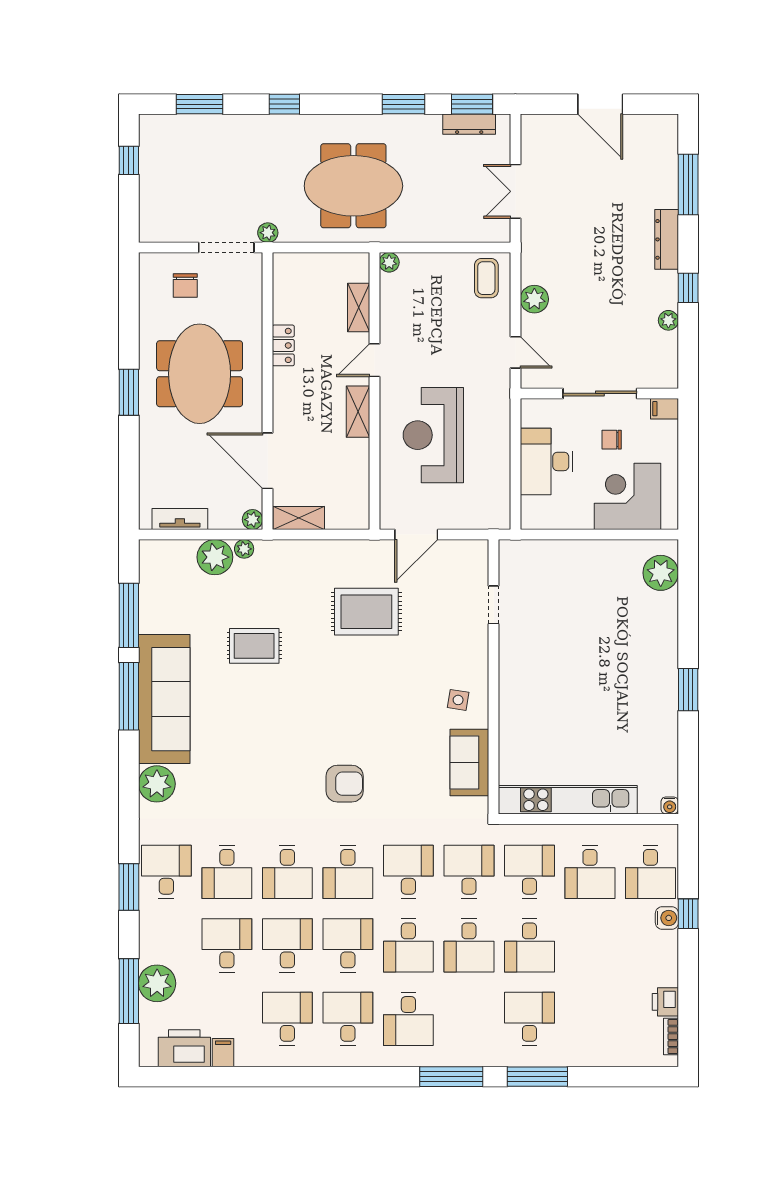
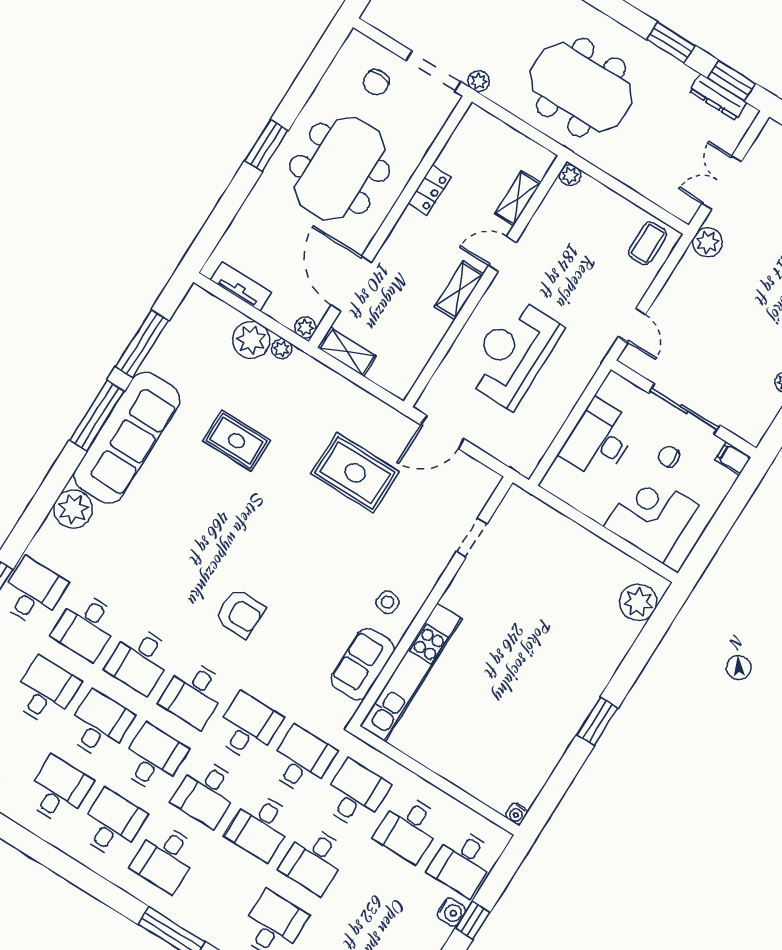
plant: (534, 299) -> (708, 242), moved
kitchen unit: (568, 800) -> (411, 672), moved, turned 90

